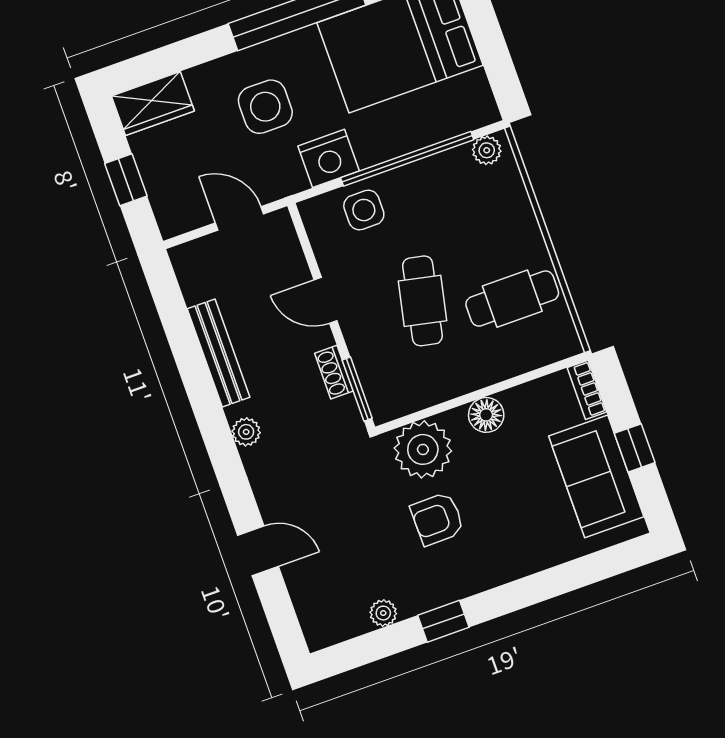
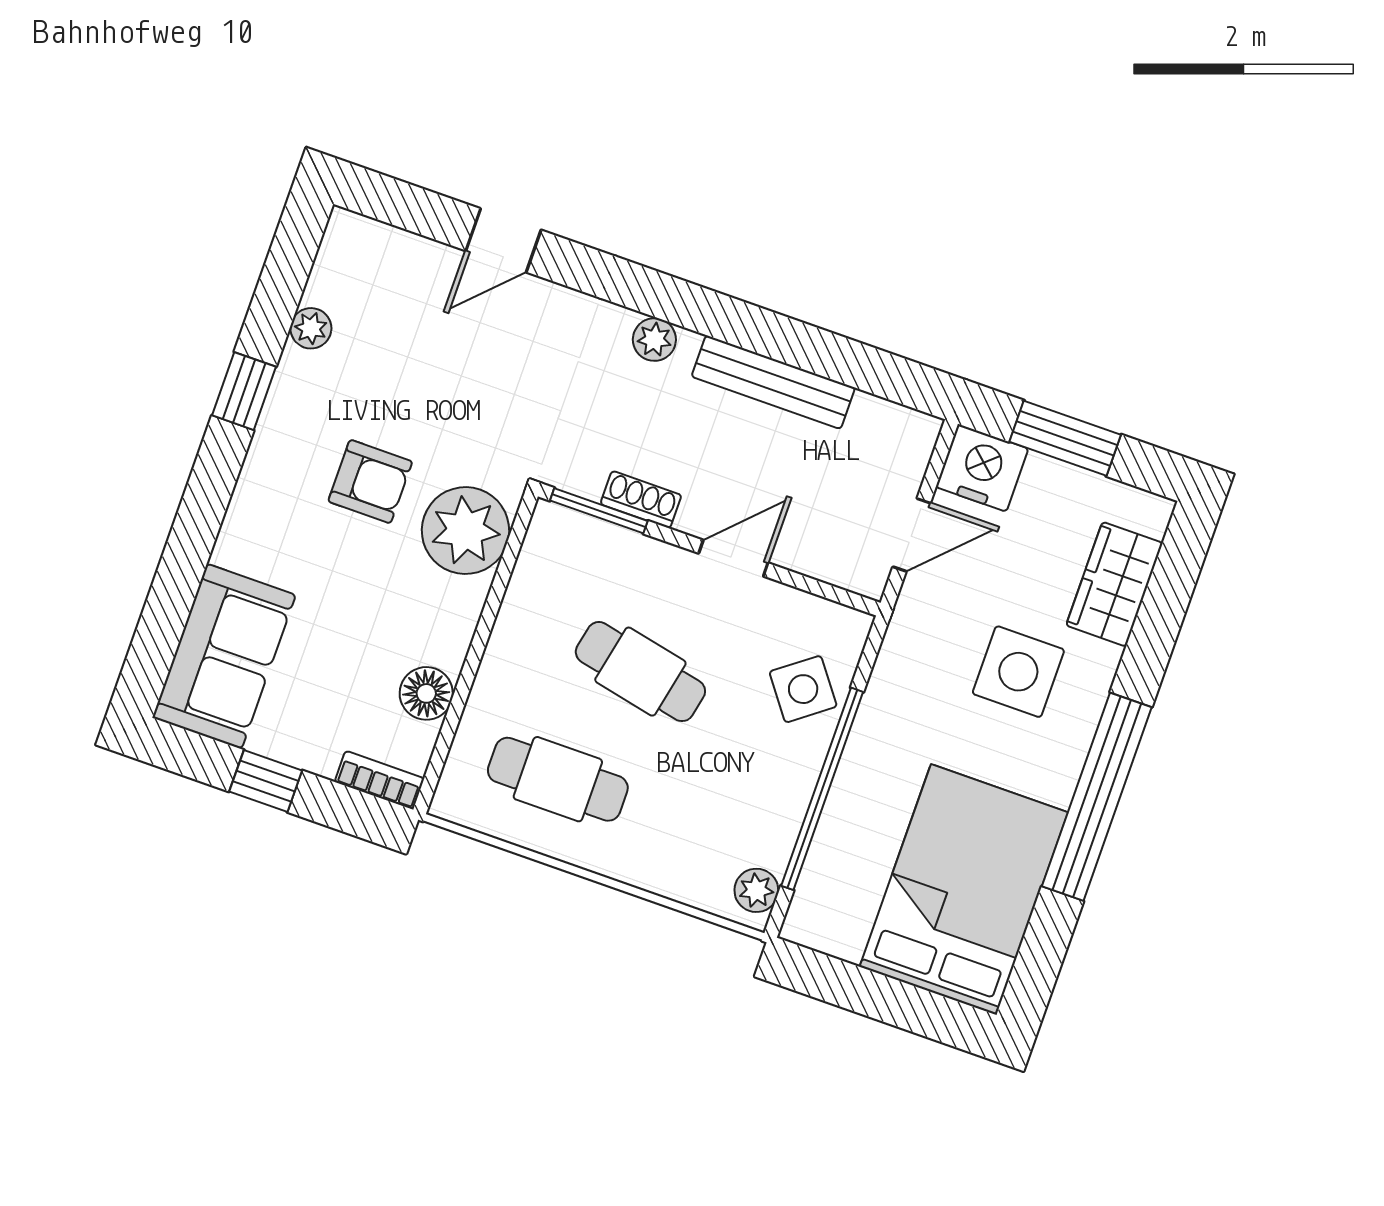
wardrobe: (153, 103) -> (1114, 584), moved
nightstand: (329, 158) -> (982, 468), moved, turned 90
window: (126, 180) -> (1065, 438), width x1.50
side table: (364, 210) -> (803, 689), turned -37
cafe table: (512, 299) -> (558, 779), turned 90
floor lamp: (486, 415) -> (426, 693), moved
sofa: (596, 476) -> (224, 656), moved, turned 90
armchair: (437, 519) -> (370, 481), turned 91

